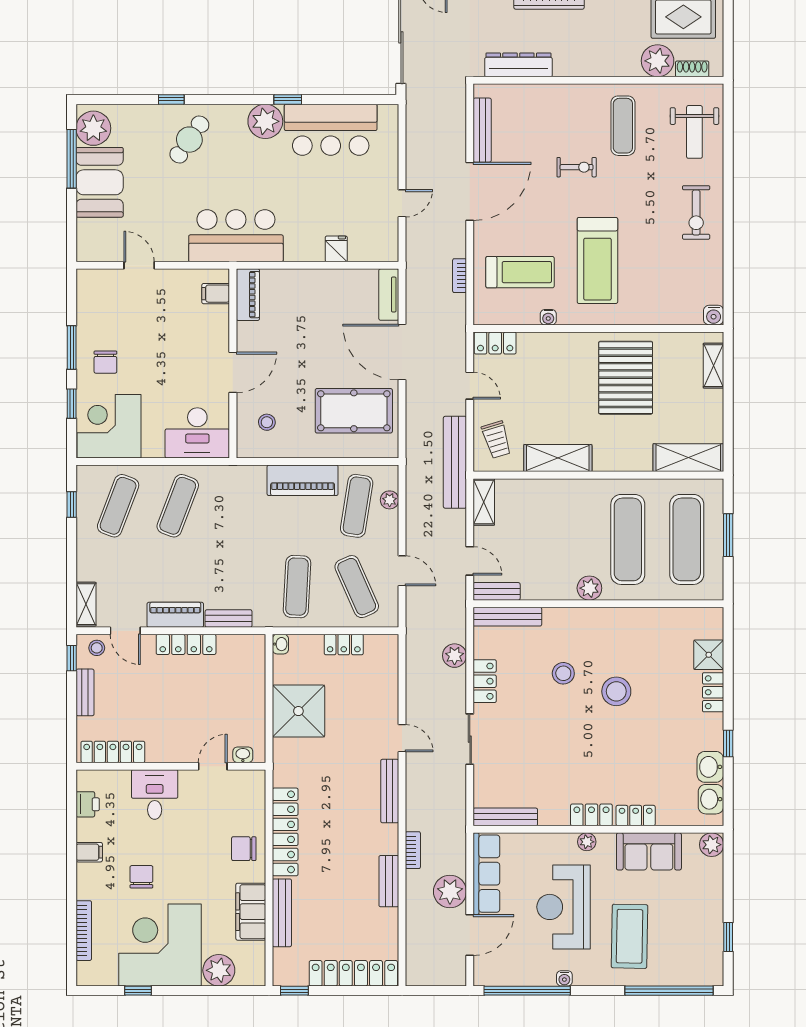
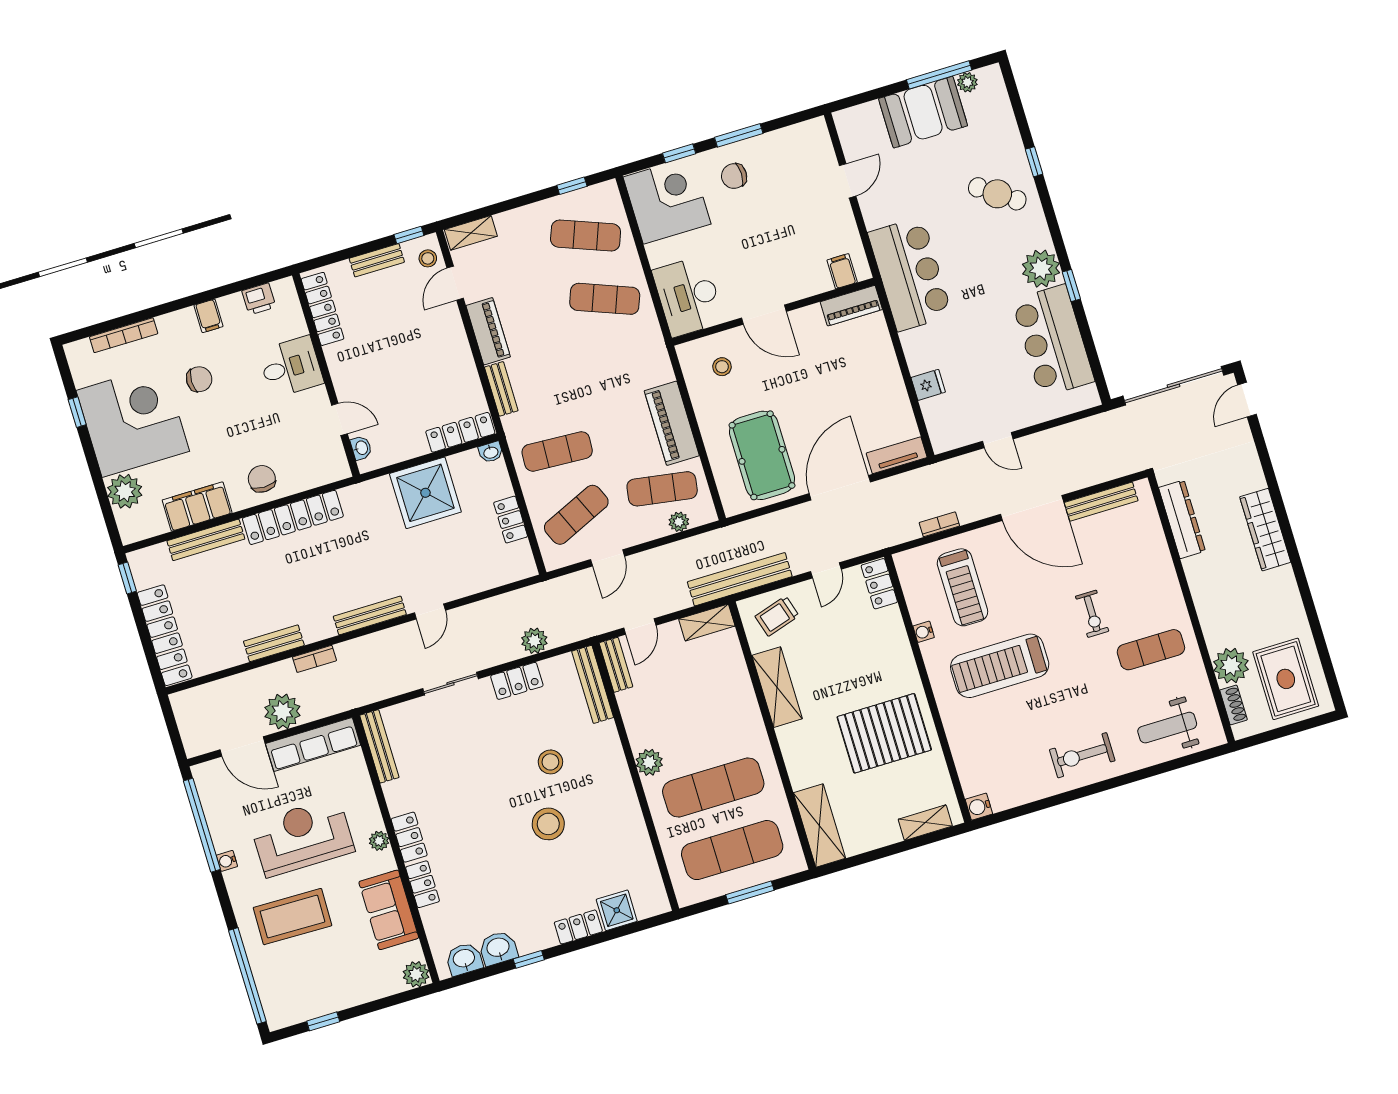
plant: (93, 128) -> (967, 82), width x0.53, depth x0.53
locker: (186, 644) -> (460, 432), moved, turned 90

